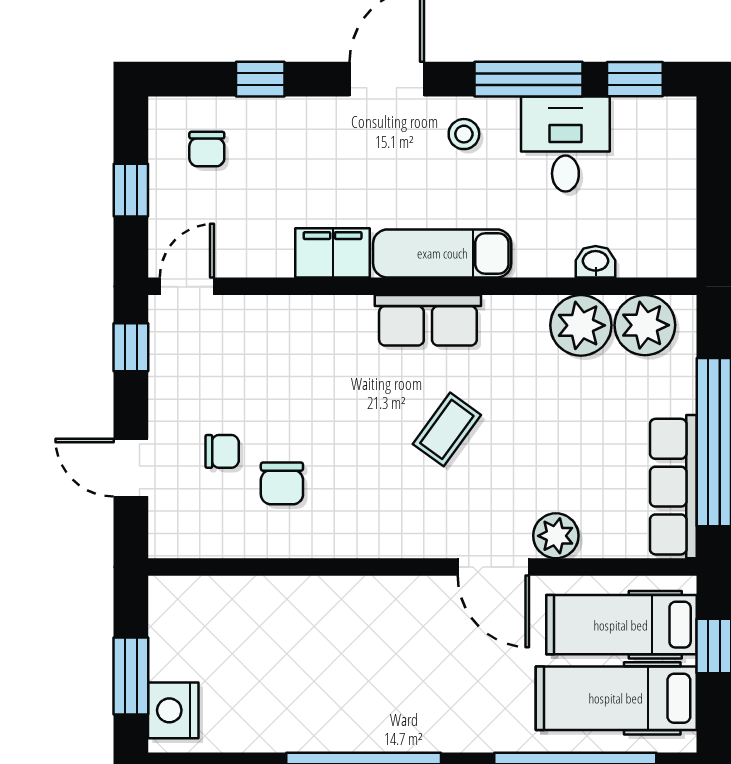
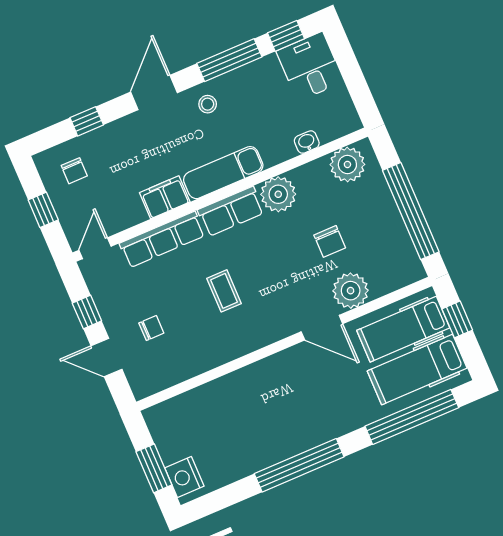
desk: (565, 144) -> (310, 66), moved
plant: (581, 325) -> (278, 194), moved
window: (131, 347) -> (87, 312), moved
coffee table: (447, 429) -> (224, 291), moved, turned -36
chair: (282, 483) -> (330, 241), moved
row of seats: (673, 487) -> (162, 239), moved, turned -90
plant: (556, 536) -> (351, 291), width x1.36, depth x1.36

